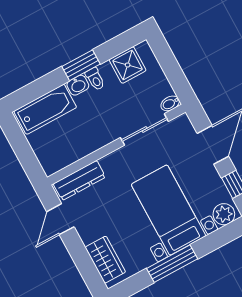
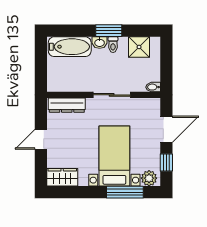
sliding door: (144, 129) -> (112, 95), moved
door: (60, 219) -> (41, 139), moved
wardrobe: (105, 260) -> (62, 177), moved, turned -90
window: (172, 264) -> (125, 192), moved

